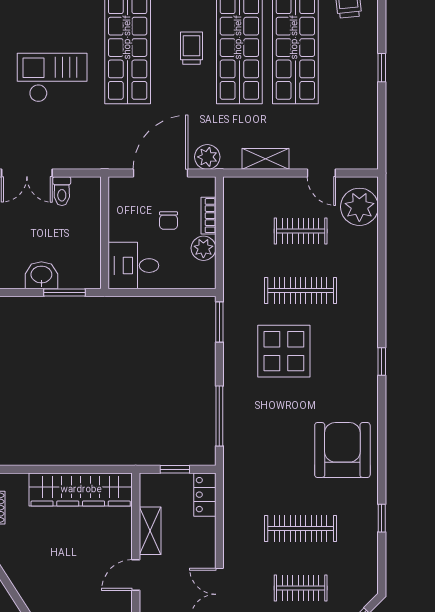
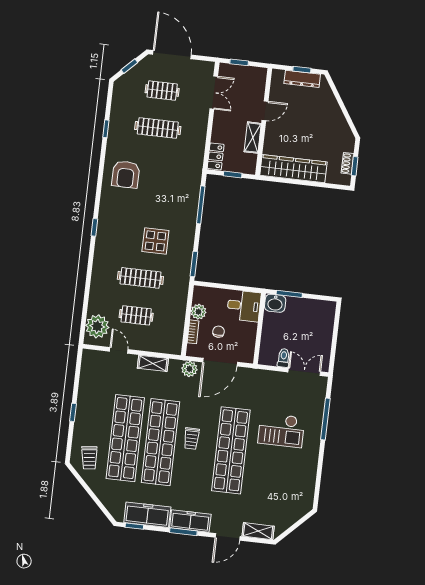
washbasin: (41, 275) -> (275, 303), moved
display table: (284, 351) -> (155, 241), width x0.73, depth x0.73
armchair: (342, 450) -> (126, 174), width x0.73, depth x0.73

